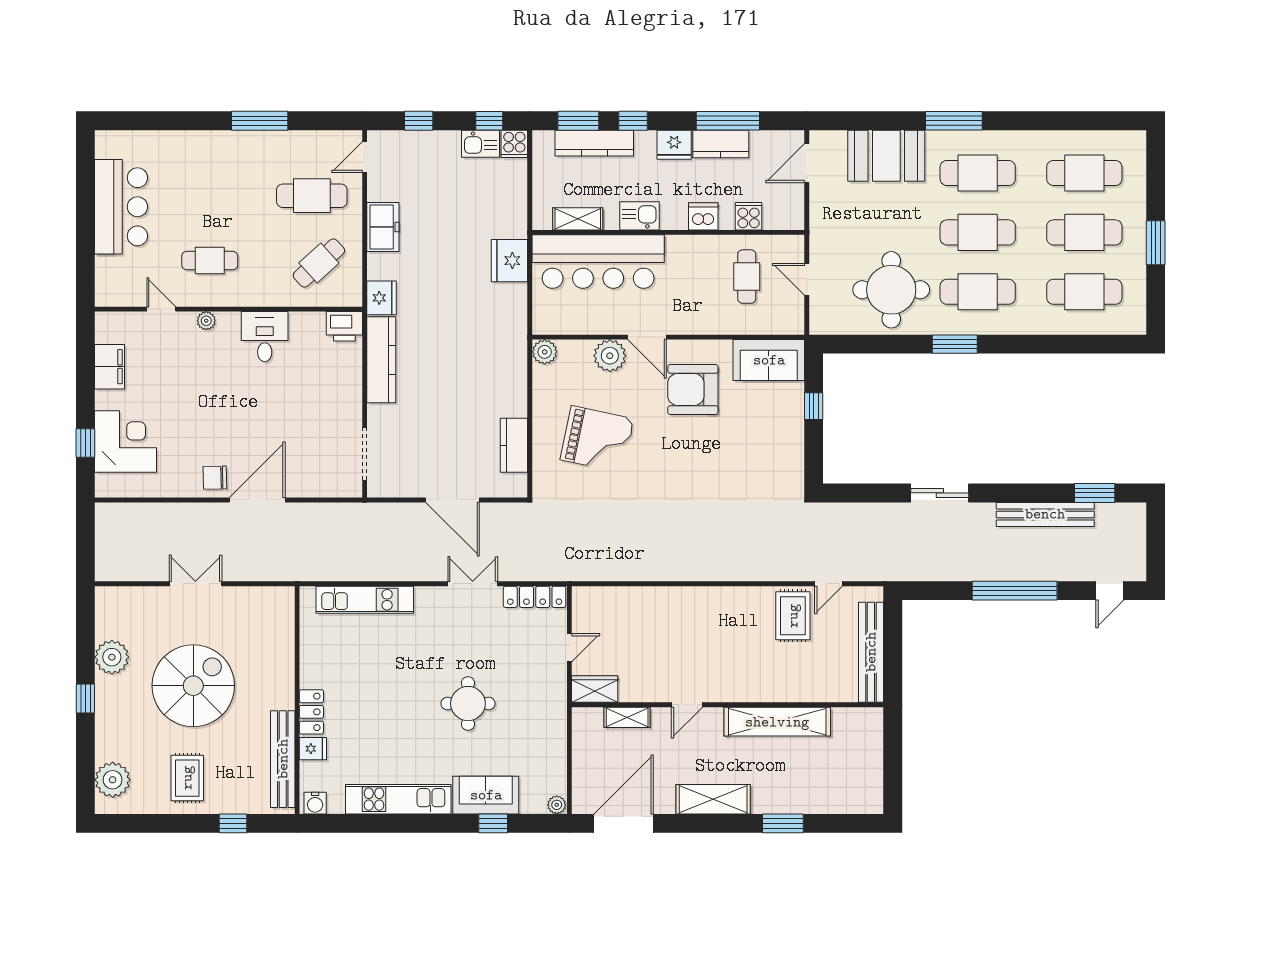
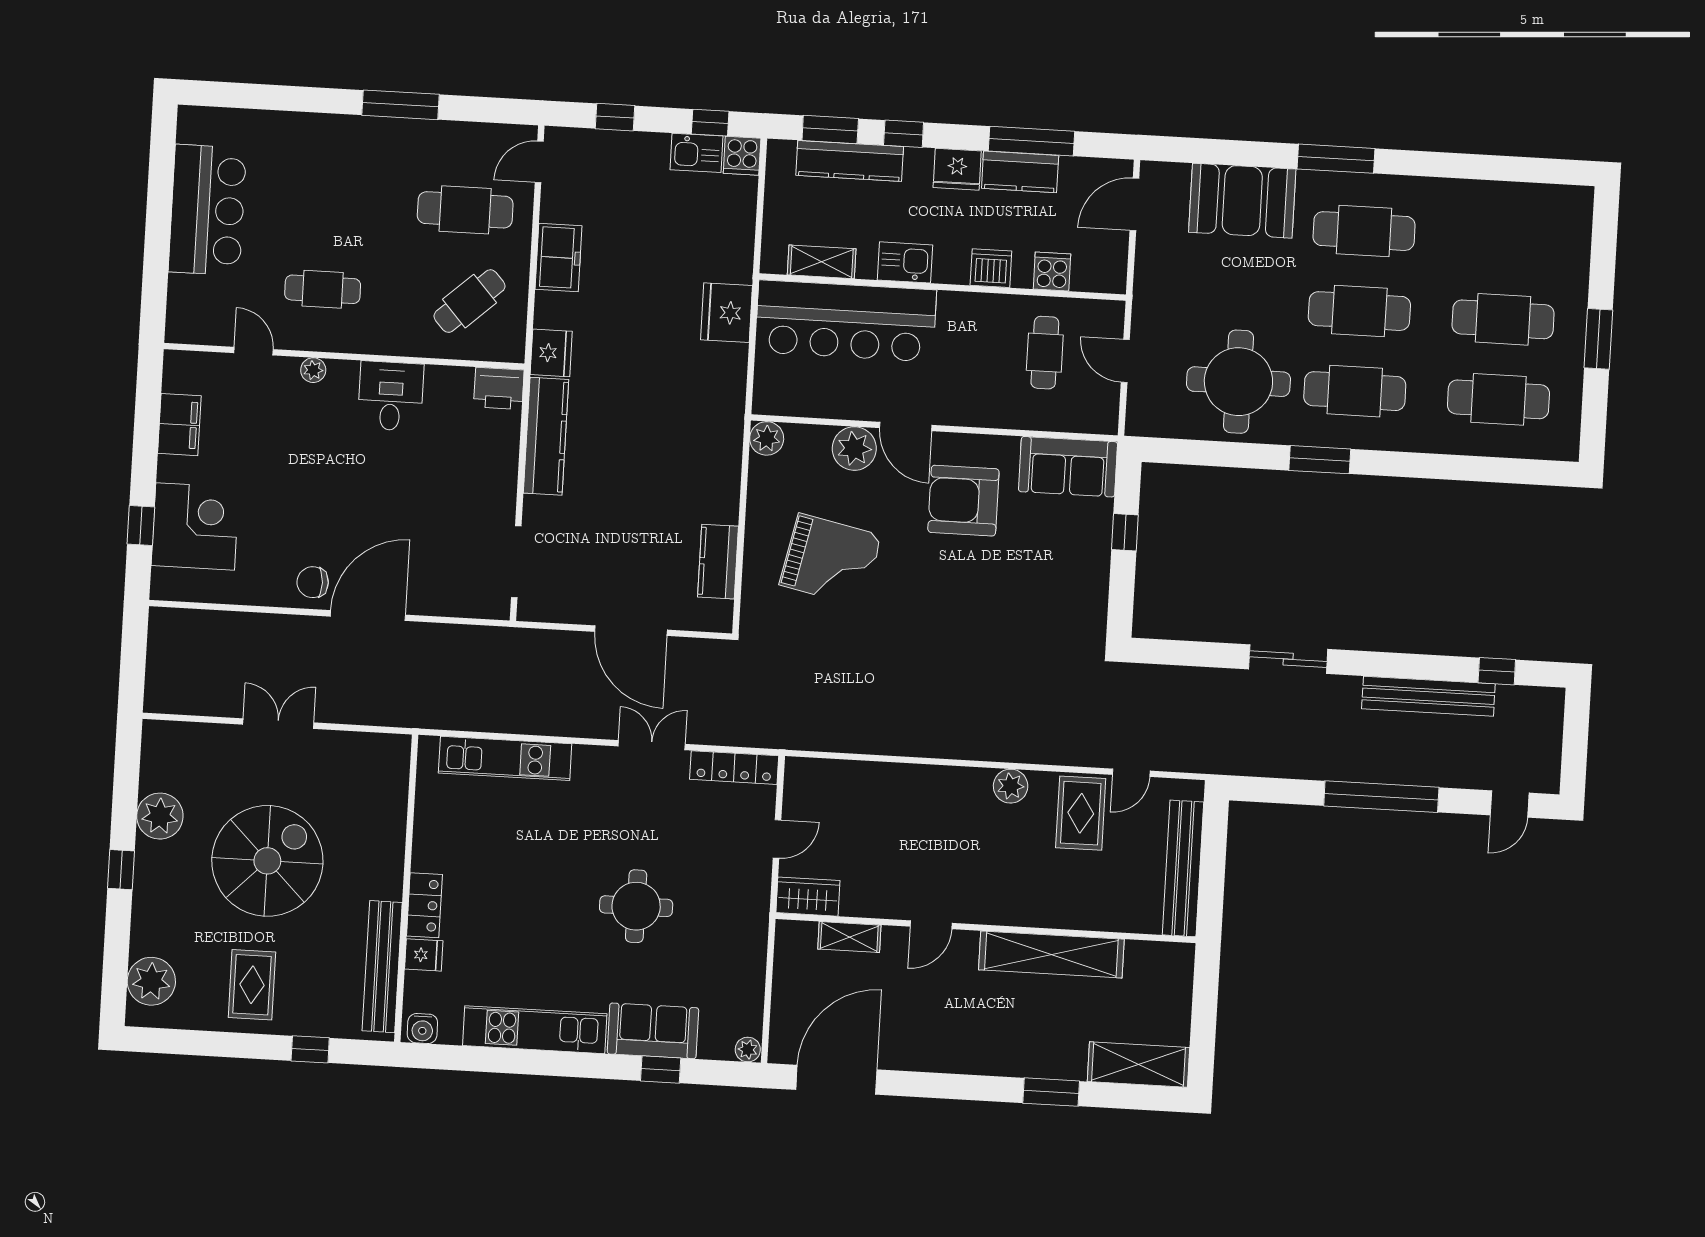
cafe table: (1084, 173) -> (1508, 239), removed
window: (1095, 493) -> (1497, 671), width x0.67
plant: (740, 599) -> (1011, 786), added
shelving: (713, 799) -> (1138, 1064), moved

